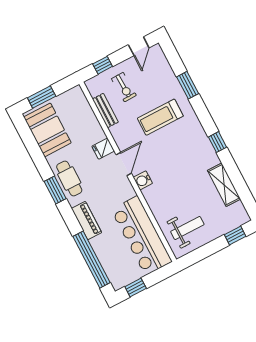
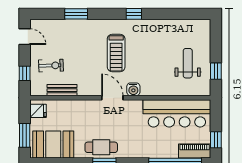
treadmill: (160, 117) -> (116, 53), moved
fridge: (103, 149) -> (38, 111), moved, turned -90
shelving: (224, 185) -> (171, 26), removed
piano: (87, 221) -> (195, 151), moved
weight bench: (187, 228) -> (188, 63), moved
window: (235, 235) -> (216, 71), moved

